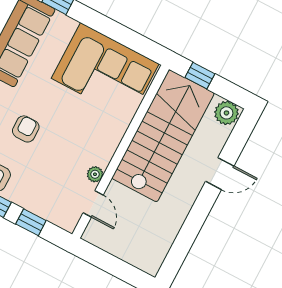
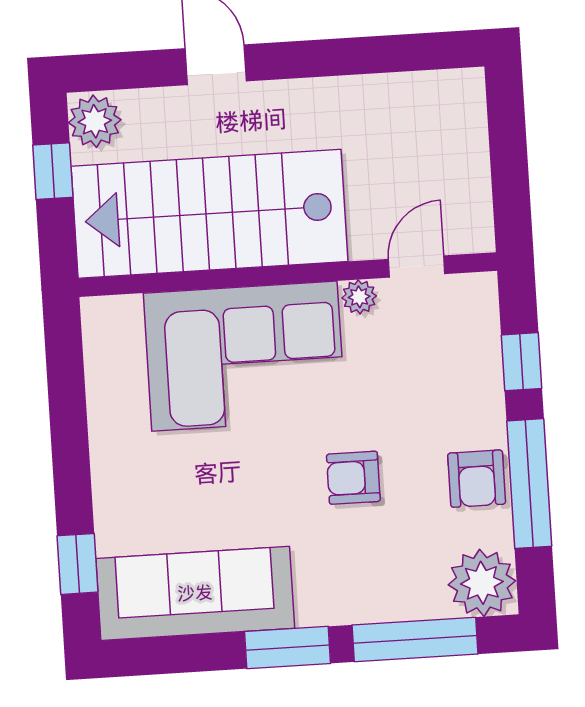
corner sofa: (105, 71) -> (244, 356), moved, turned 90
window: (200, 76) -> (53, 171), moved

